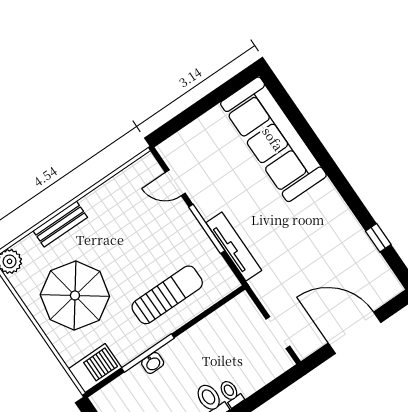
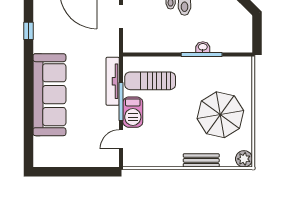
sofa: (273, 139) -> (49, 95), moved
door: (175, 183) -> (121, 139), swing flipped
sun lounger: (167, 295) -> (150, 81), moved
barbecue: (95, 368) -> (133, 112), moved, turned -90

